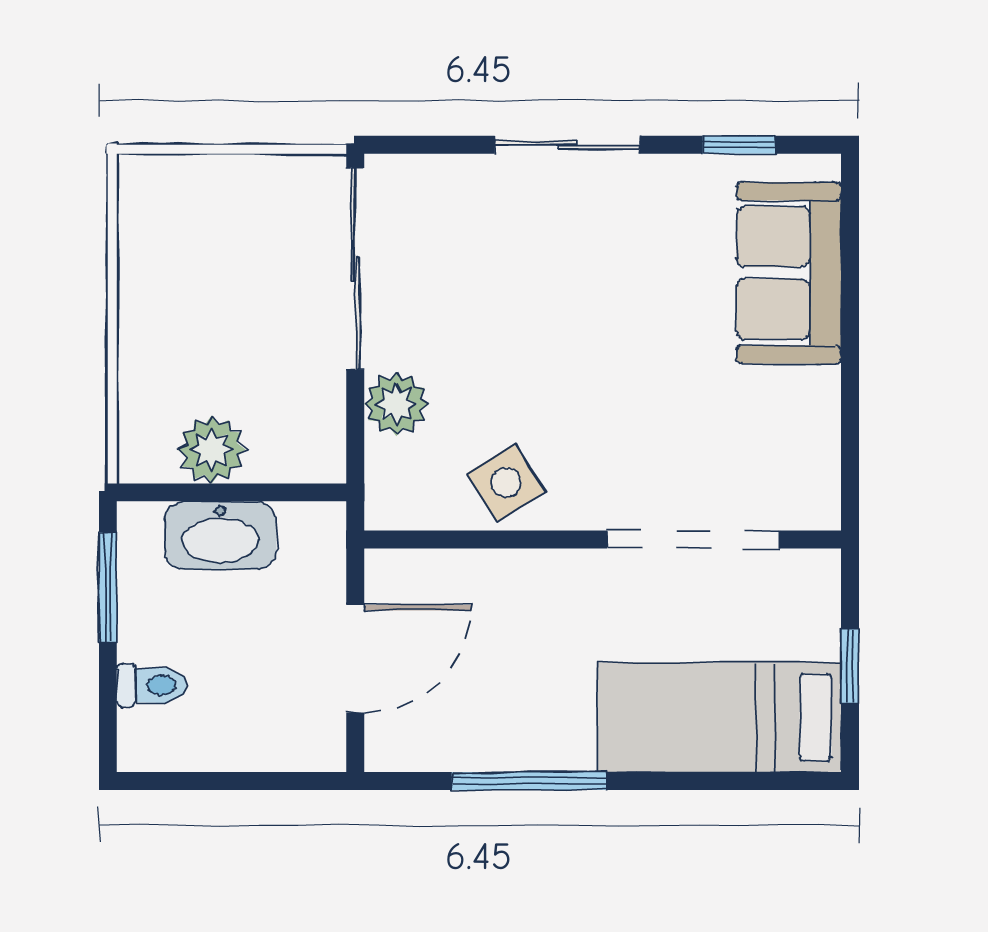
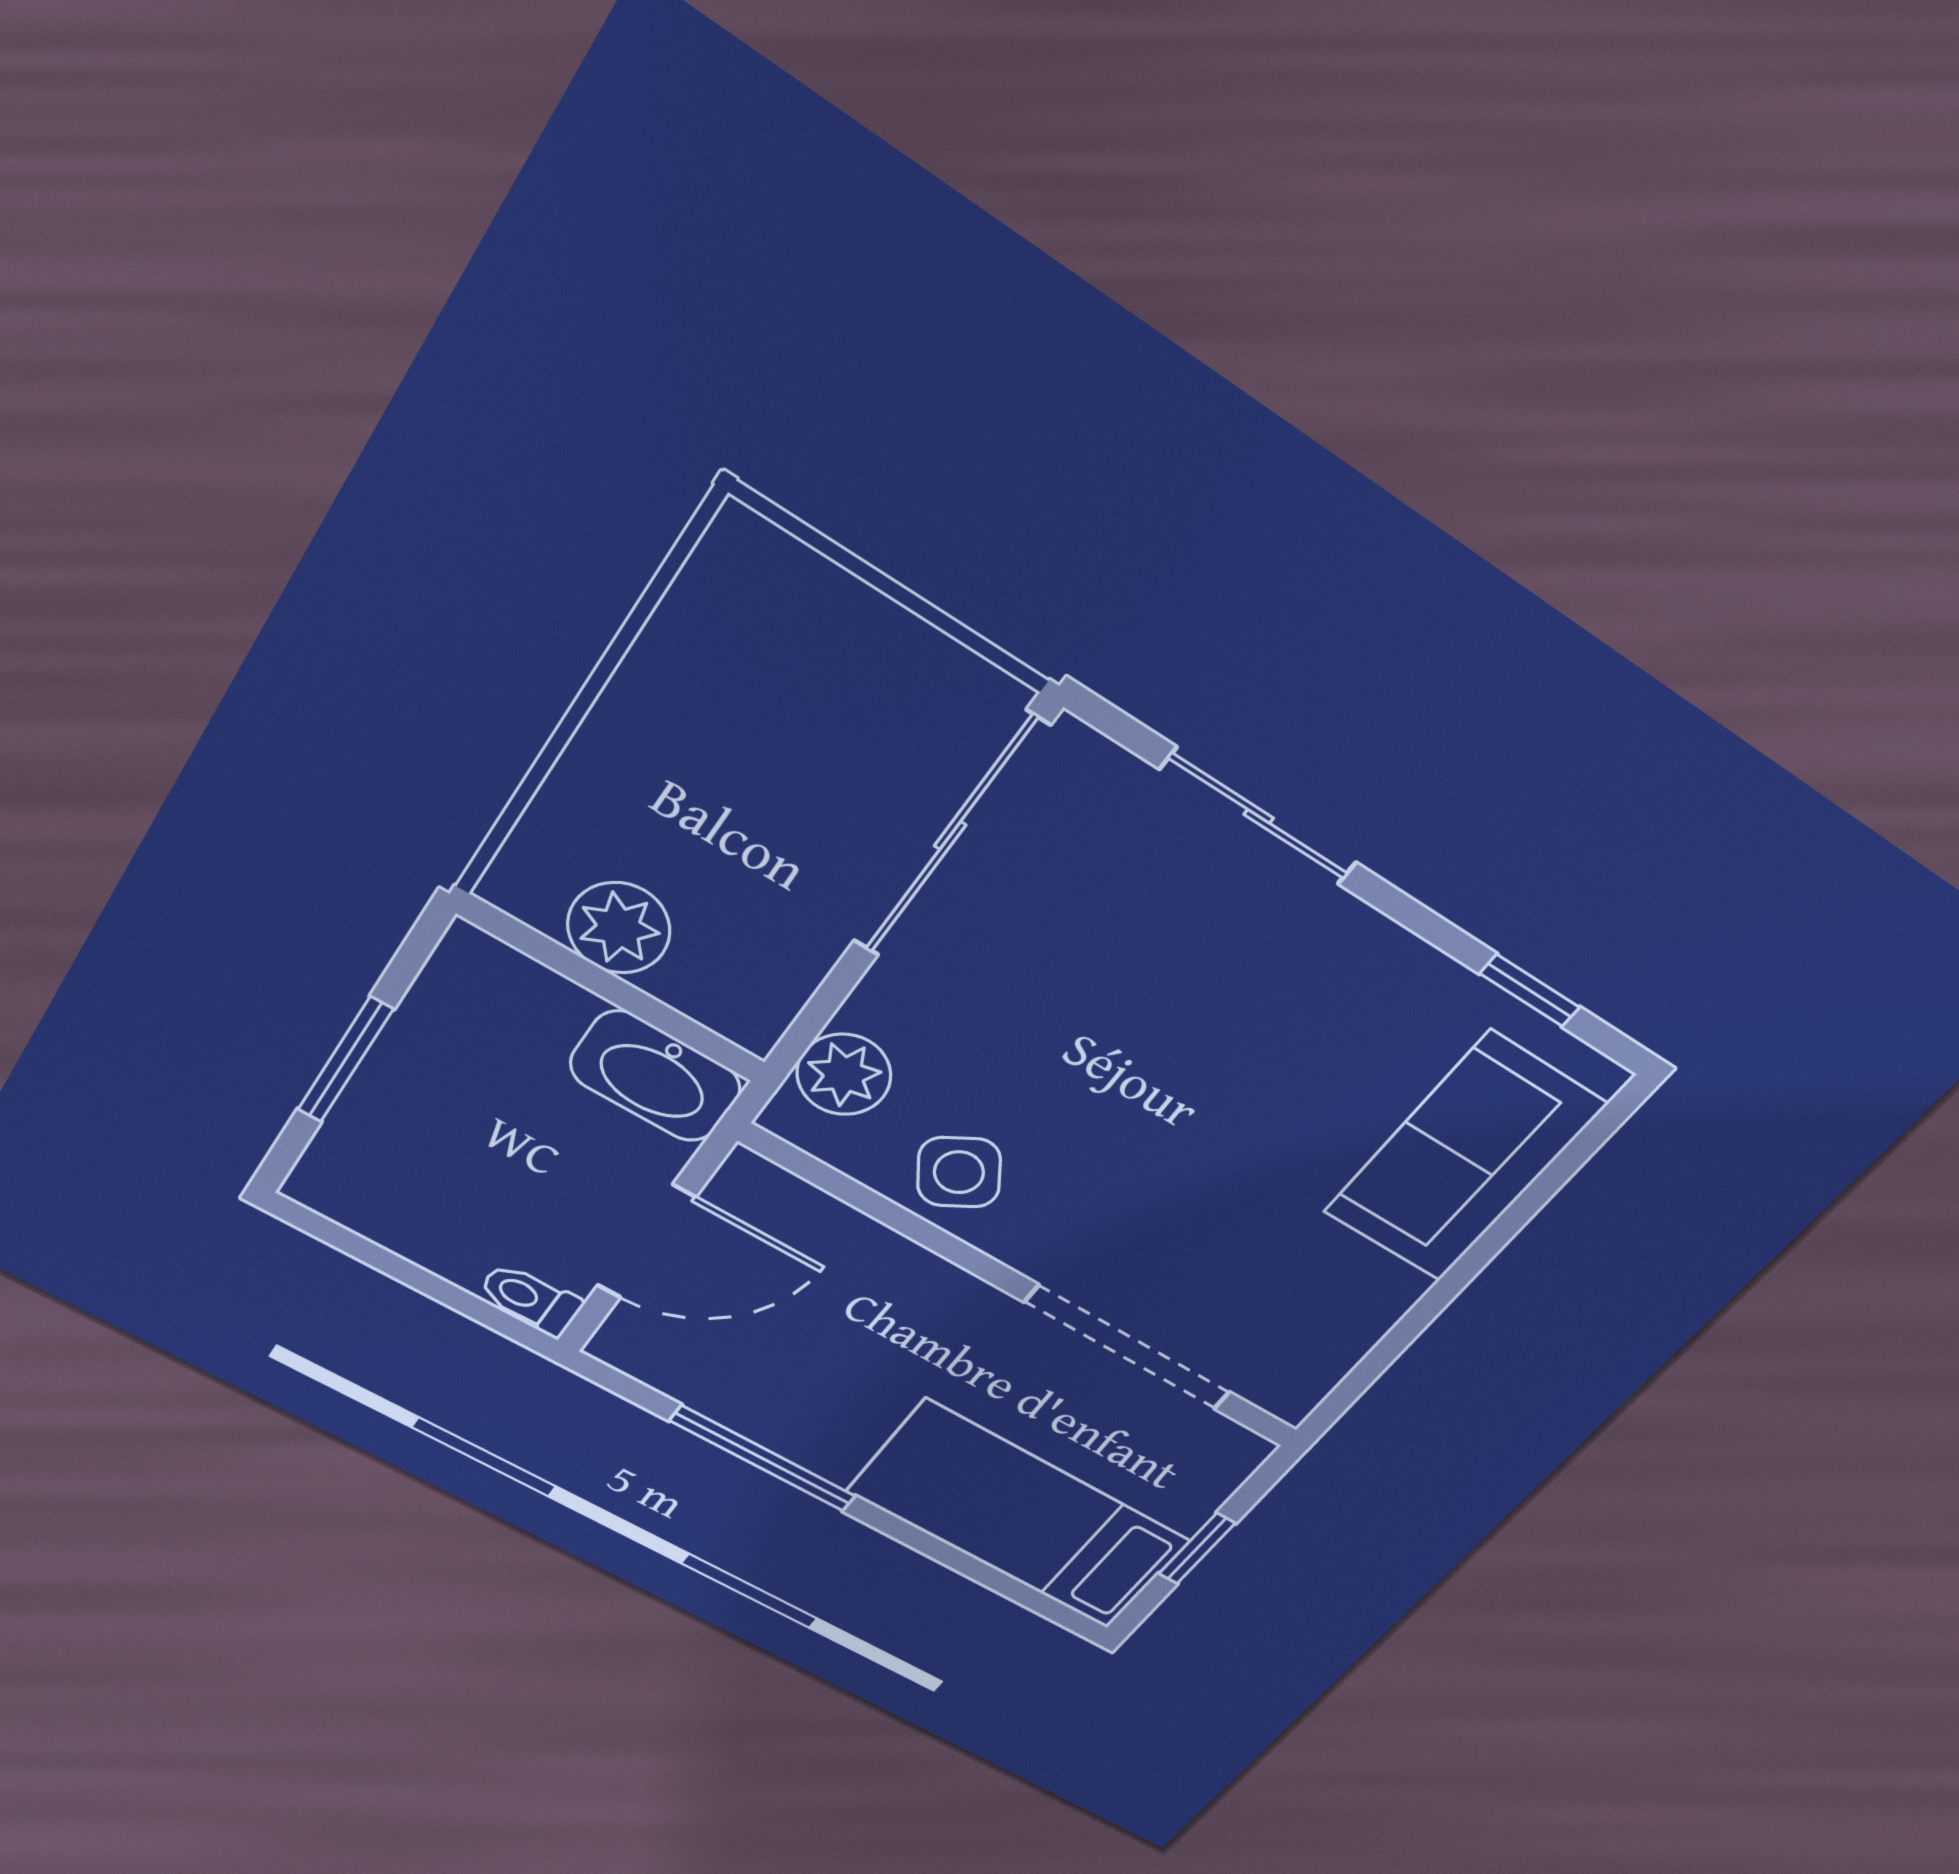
sliding door: (567, 145) -> (1259, 816), moved
plant: (396, 404) -> (844, 1074), moved
washbasin: (220, 535) -> (655, 1076), moved
window: (108, 587) -> (345, 1060), moved
toilet: (152, 685) -> (530, 1299), moved, turned 180

